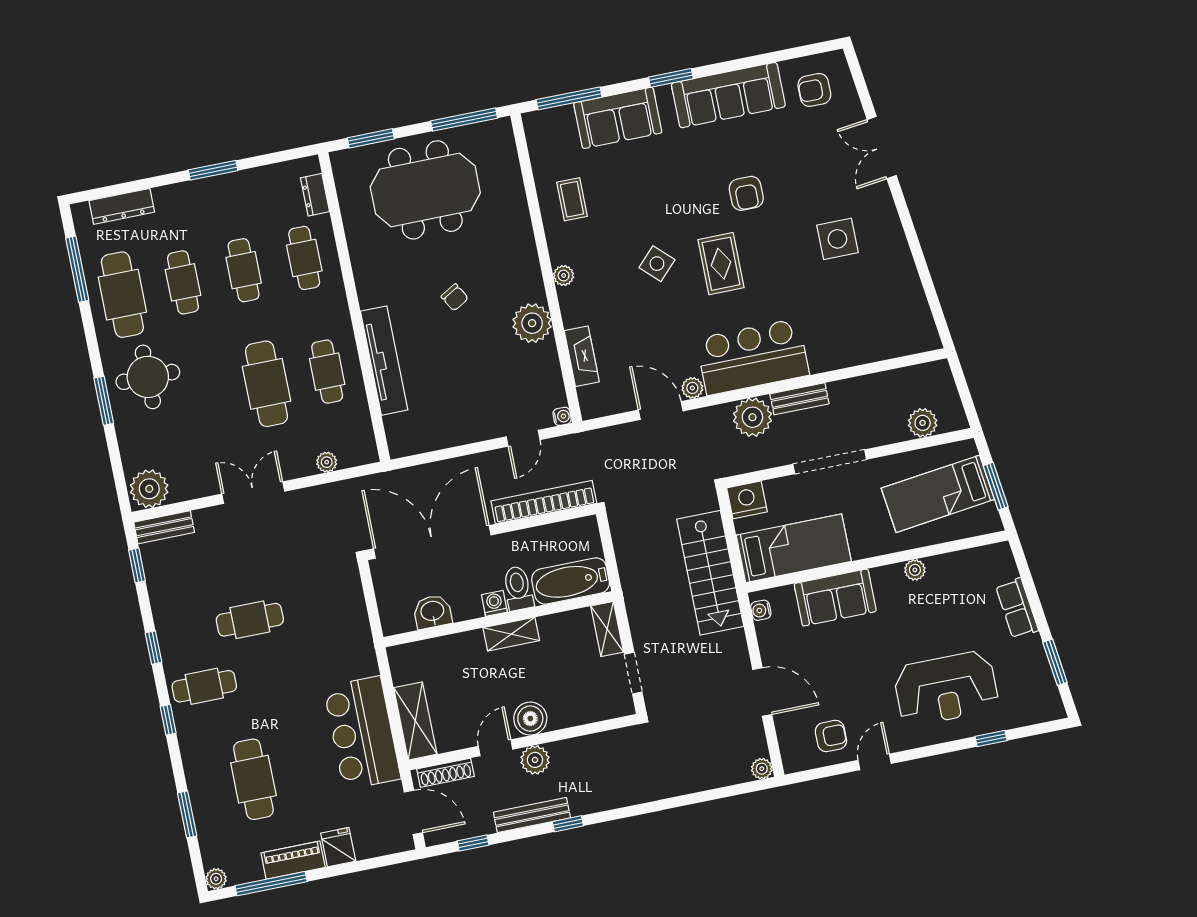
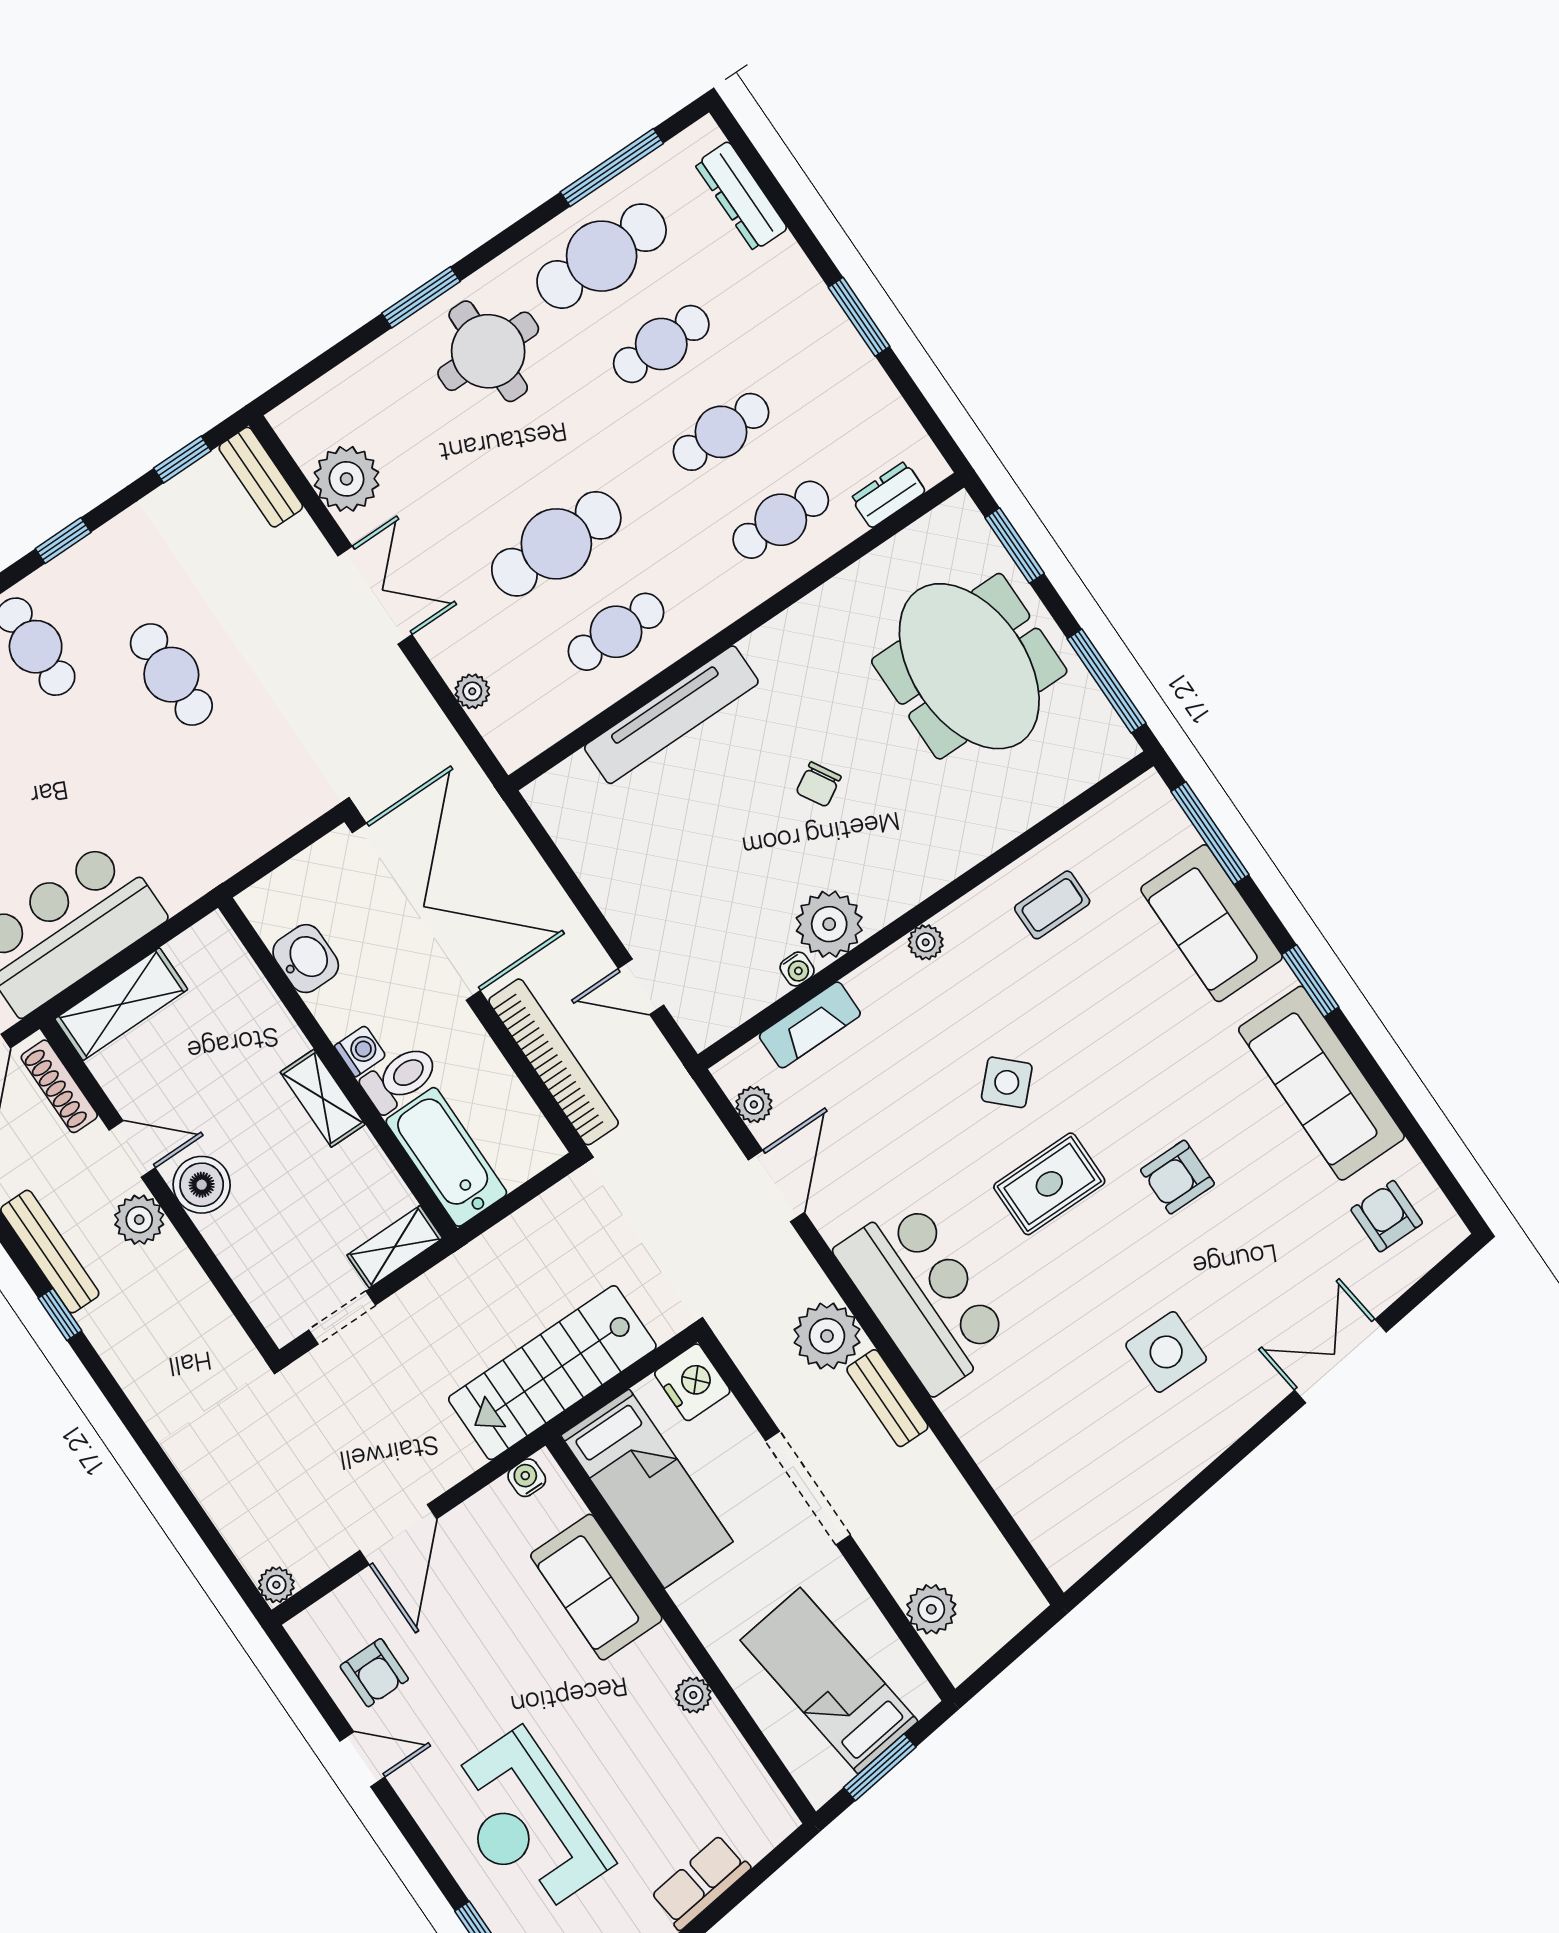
plant: (692, 388) -> (754, 1104), moved
water cooler: (562, 416) -> (797, 969), moved
plant: (149, 489) -> (346, 479), moved

